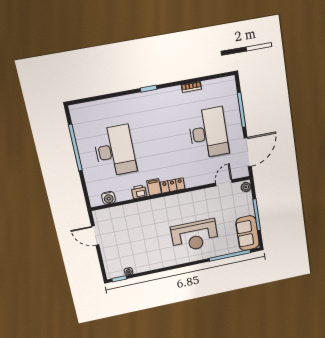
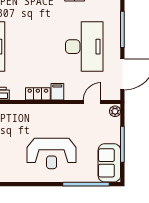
filing cabinet: (154, 187) -> (57, 92), moved

